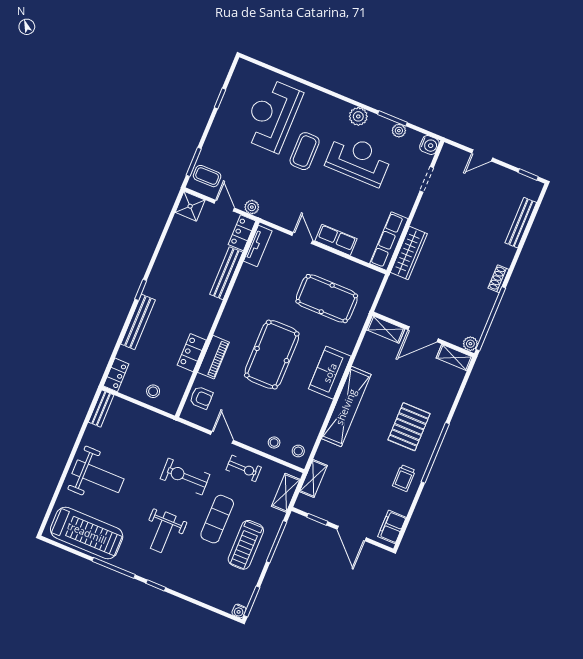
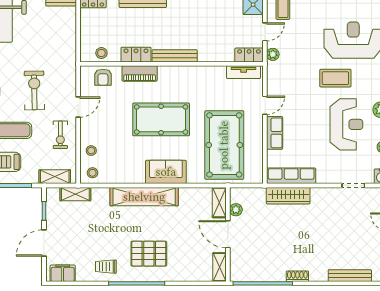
bench: (226, 273) -> (175, 56), moved
pool table: (327, 299) -> (224, 145), width x1.36, depth x1.32
plant: (470, 344) -> (236, 210), moved
stool: (153, 391) -> (101, 53), moved

